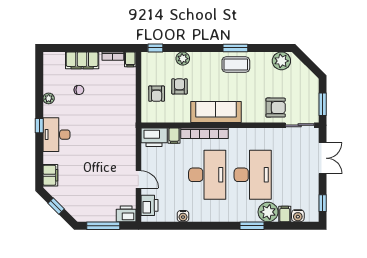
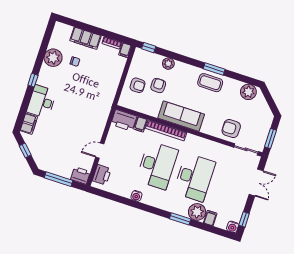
armchair: (157, 94) -> (137, 85), turned -90
plant: (49, 98) -> (53, 58), width x1.87, depth x1.87
armchair: (276, 108) -> (231, 129), turned 180
desk: (57, 135) -> (42, 102), moved
door: (138, 179) -> (100, 151), swing flipped
water cooler: (183, 216) -> (136, 196), moved
water cooler: (298, 216) -> (233, 227), moved

